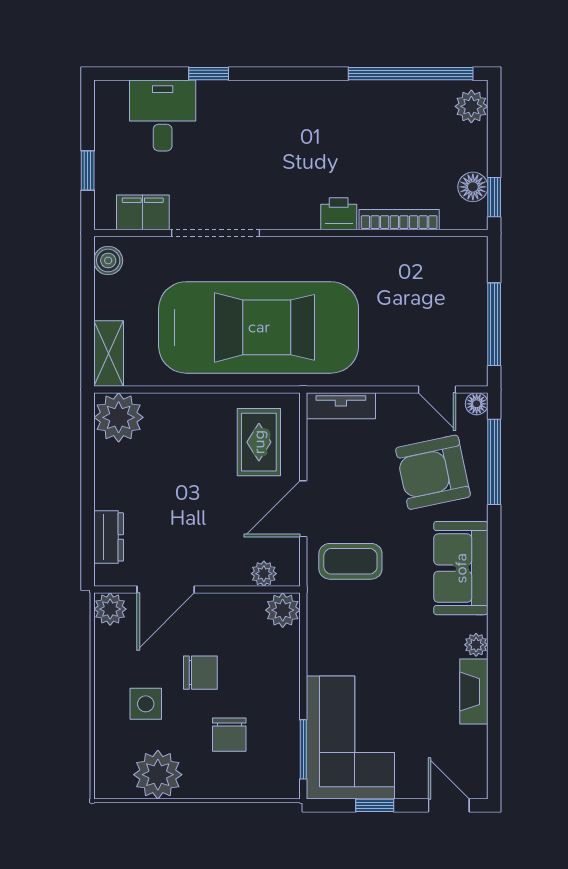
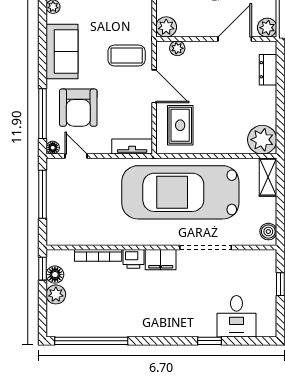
plant: (471, 106) -> (56, 294), moved
filing cabinet: (143, 212) -> (161, 260), moved
armchair: (433, 472) -> (78, 108), turned 102
door: (303, 509) -> (154, 86), hinge flipped

